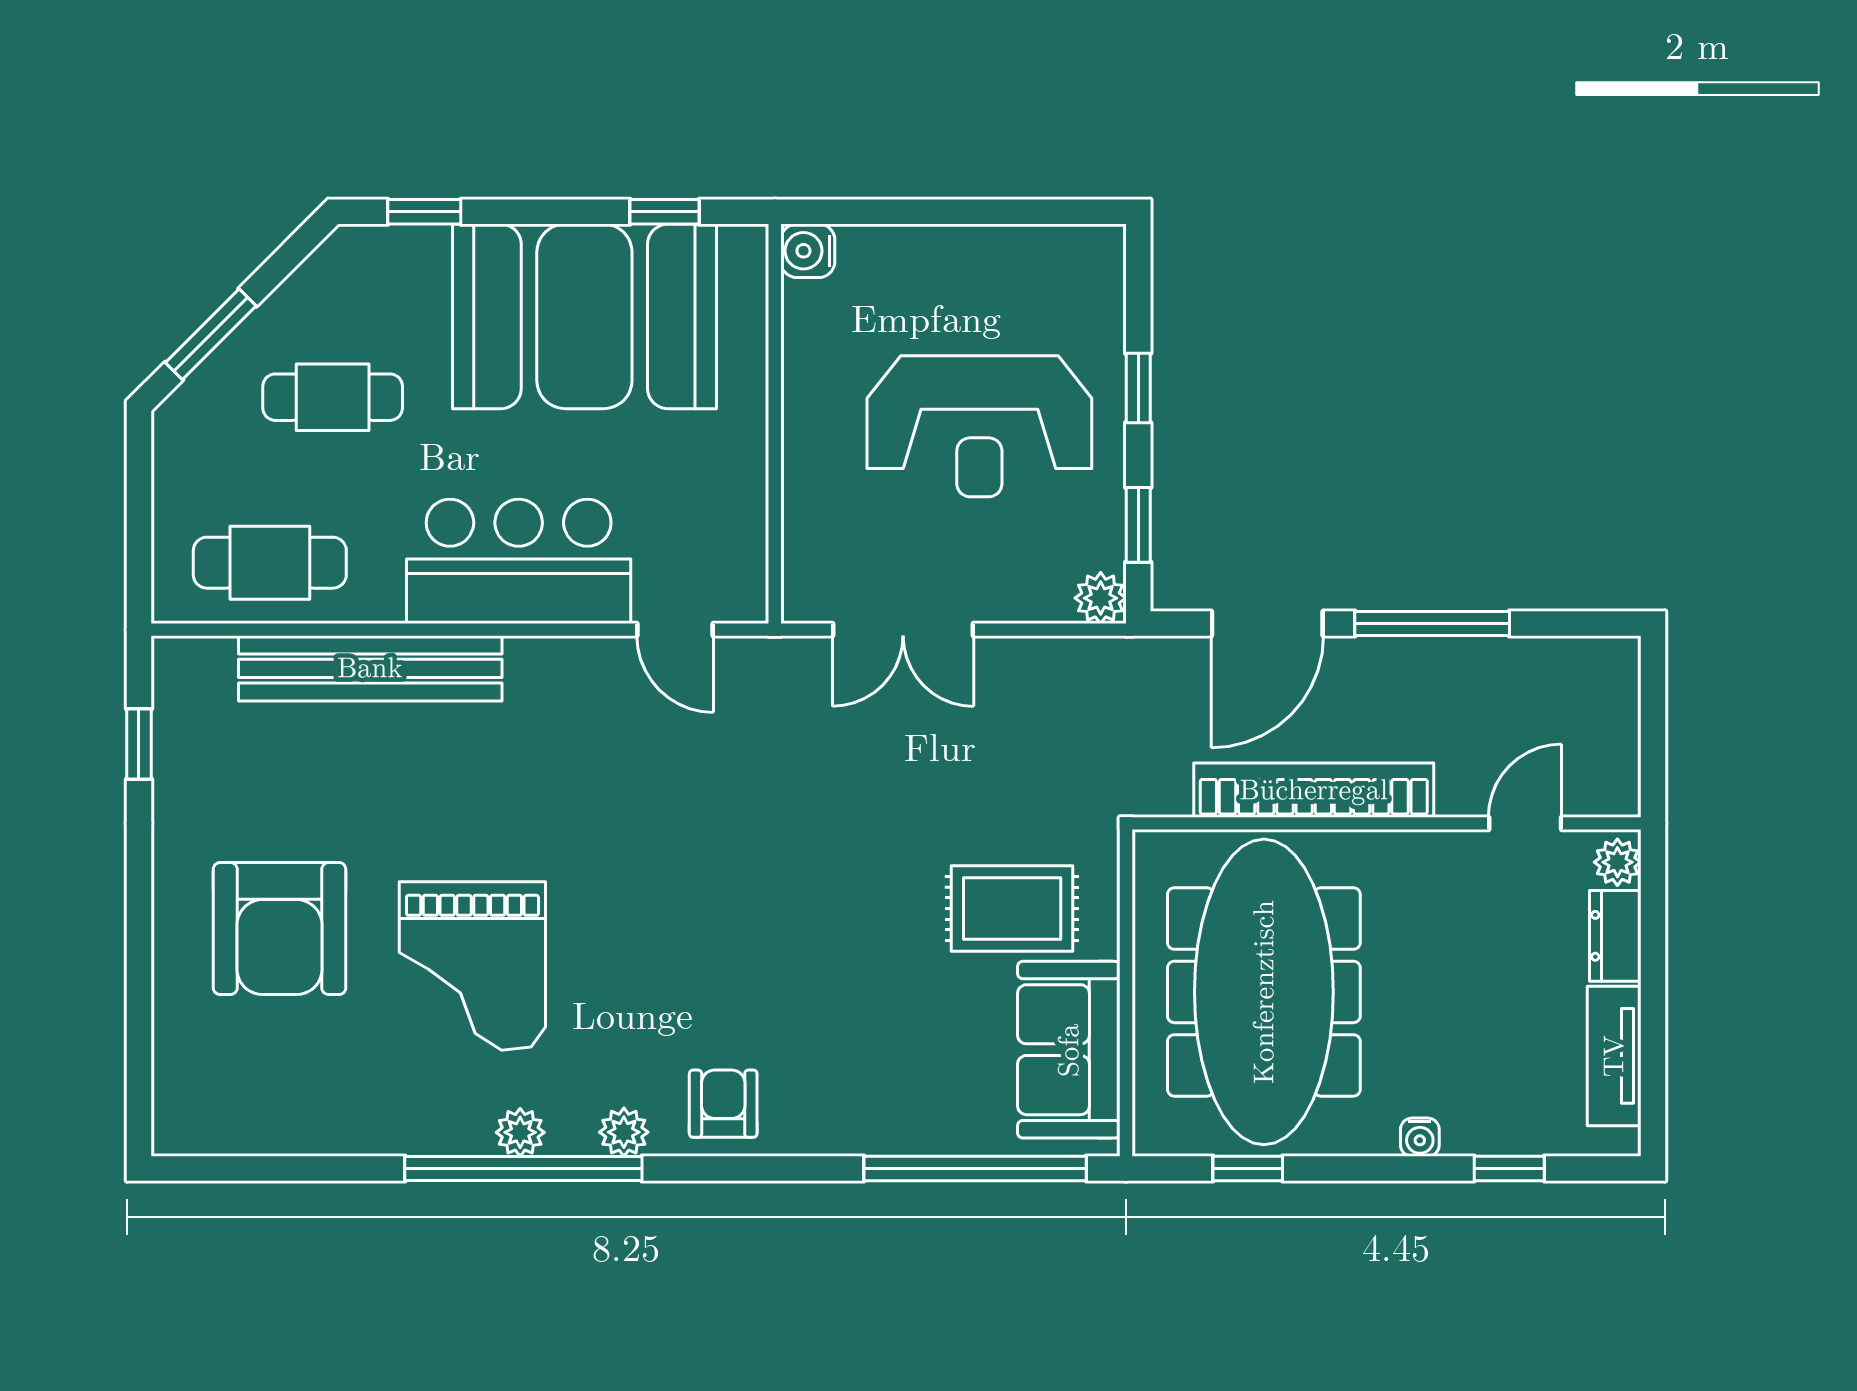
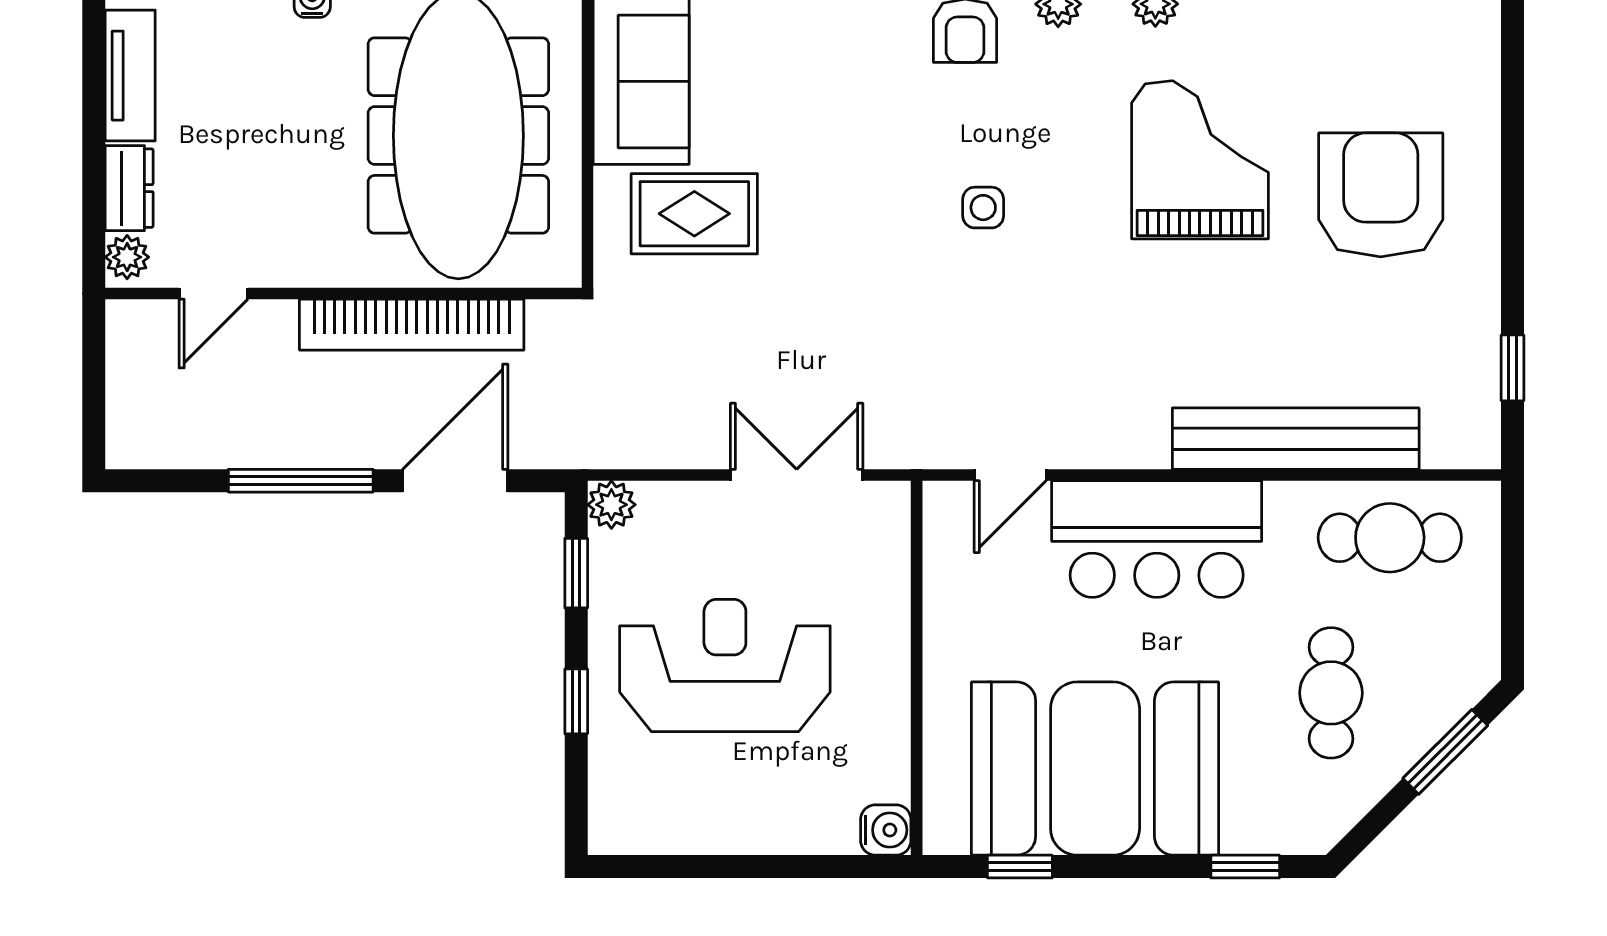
cafe table: (333, 397) -> (1331, 693), turned 90
door: (675, 630) -> (1010, 475), swing flipped
side table: (704, 915) -> (983, 208), added

